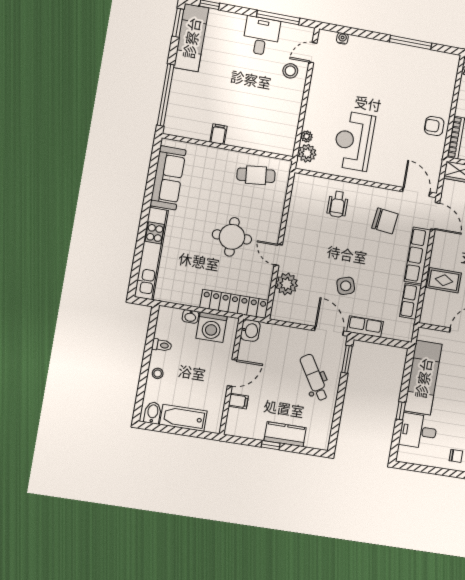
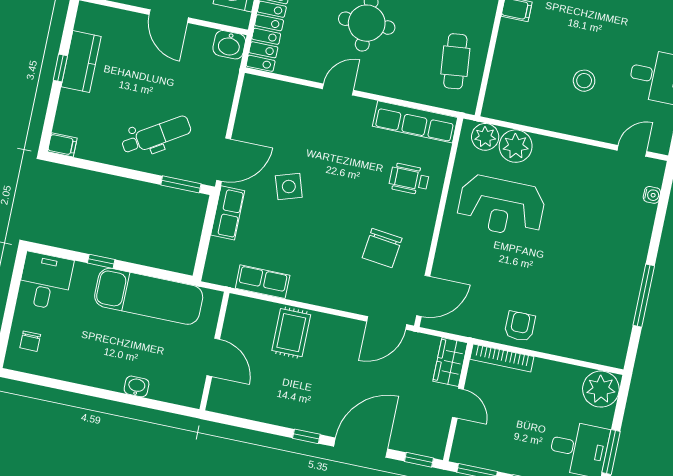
door: (313, 53) -> (632, 151), hinge flipped
stool: (290, 71) -> (584, 81), moved
plant: (307, 136) -> (516, 146), width x1.87, depth x1.87
reception desk: (354, 141) -> (501, 206), turned 180
row of seats: (418, 256) -> (415, 122), moved, turned 180
plant: (287, 284) -> (295, 100), removed
filing cabinet: (238, 401) -> (62, 145), moved, turned -90
desk: (418, 431) -> (45, 281), moved
kitchen counter: (285, 434) -> (81, 62), moved

